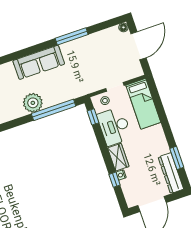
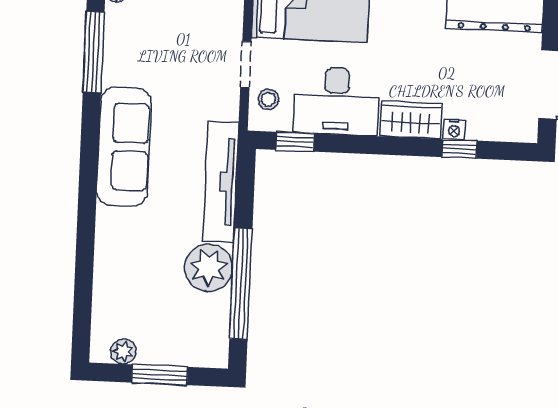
window: (72, 36) -> (94, 52), moved
sofa: (39, 62) -> (124, 147), moved
tv unit: (67, 95) -> (221, 182), added
window: (54, 110) -> (241, 284), moved

